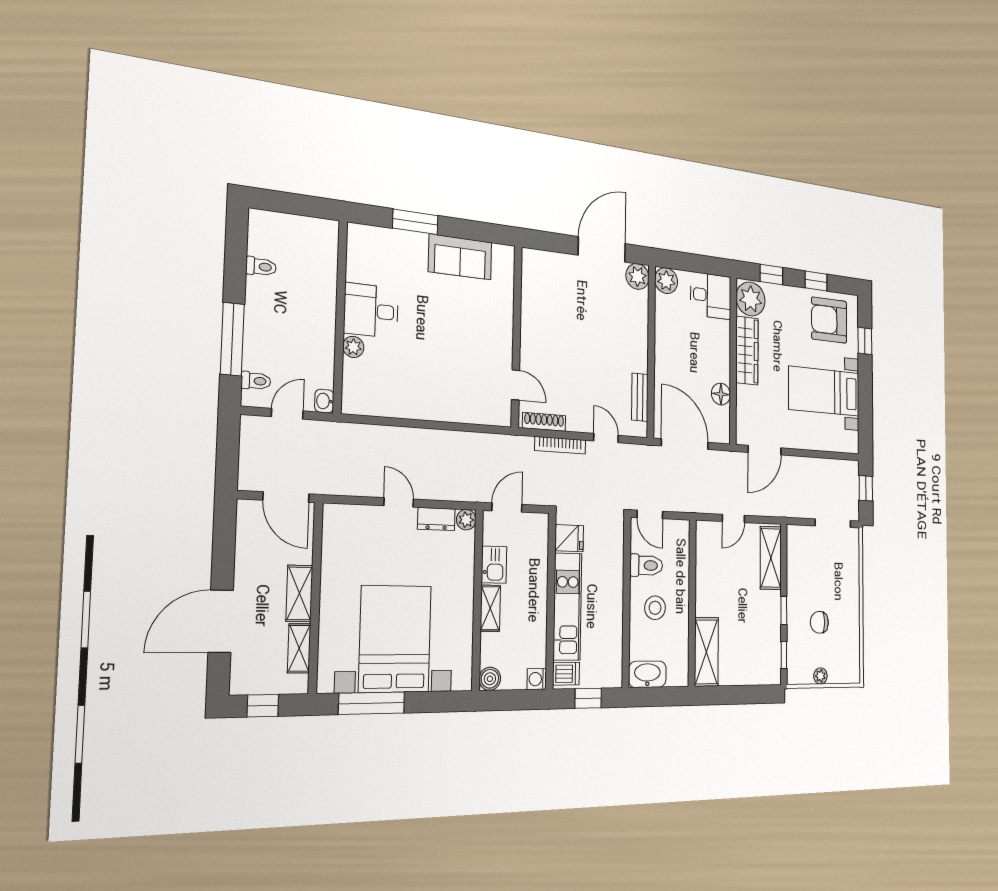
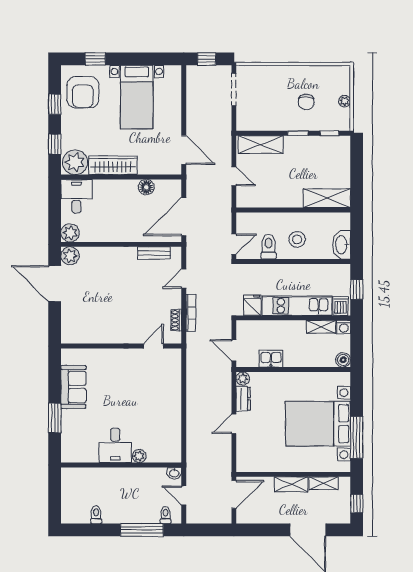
shoe rack: (544, 422) -> (176, 320), width x0.70
shelving: (490, 608) -> (321, 327), moved

